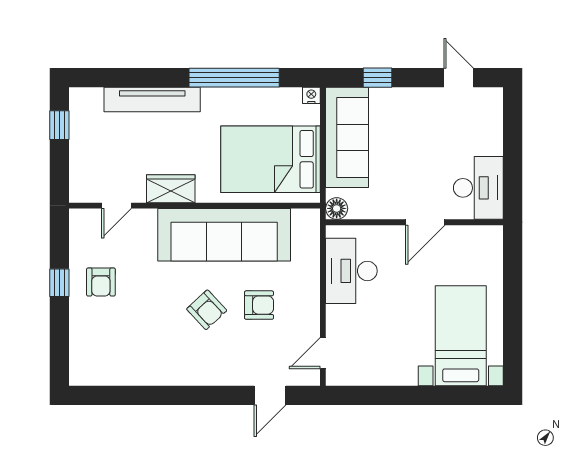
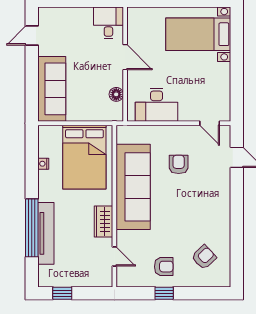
window: (234, 78) -> (32, 228), moved
window: (378, 78) -> (32, 88), removed
nightstand: (311, 95) -> (43, 164), moved
sofa: (347, 137) -> (52, 89), moved, turned 90
desk: (478, 188) -> (108, 23), width x0.73
floor lamp: (337, 208) -> (116, 94), moved
armchair: (207, 310) -> (204, 257), moved

